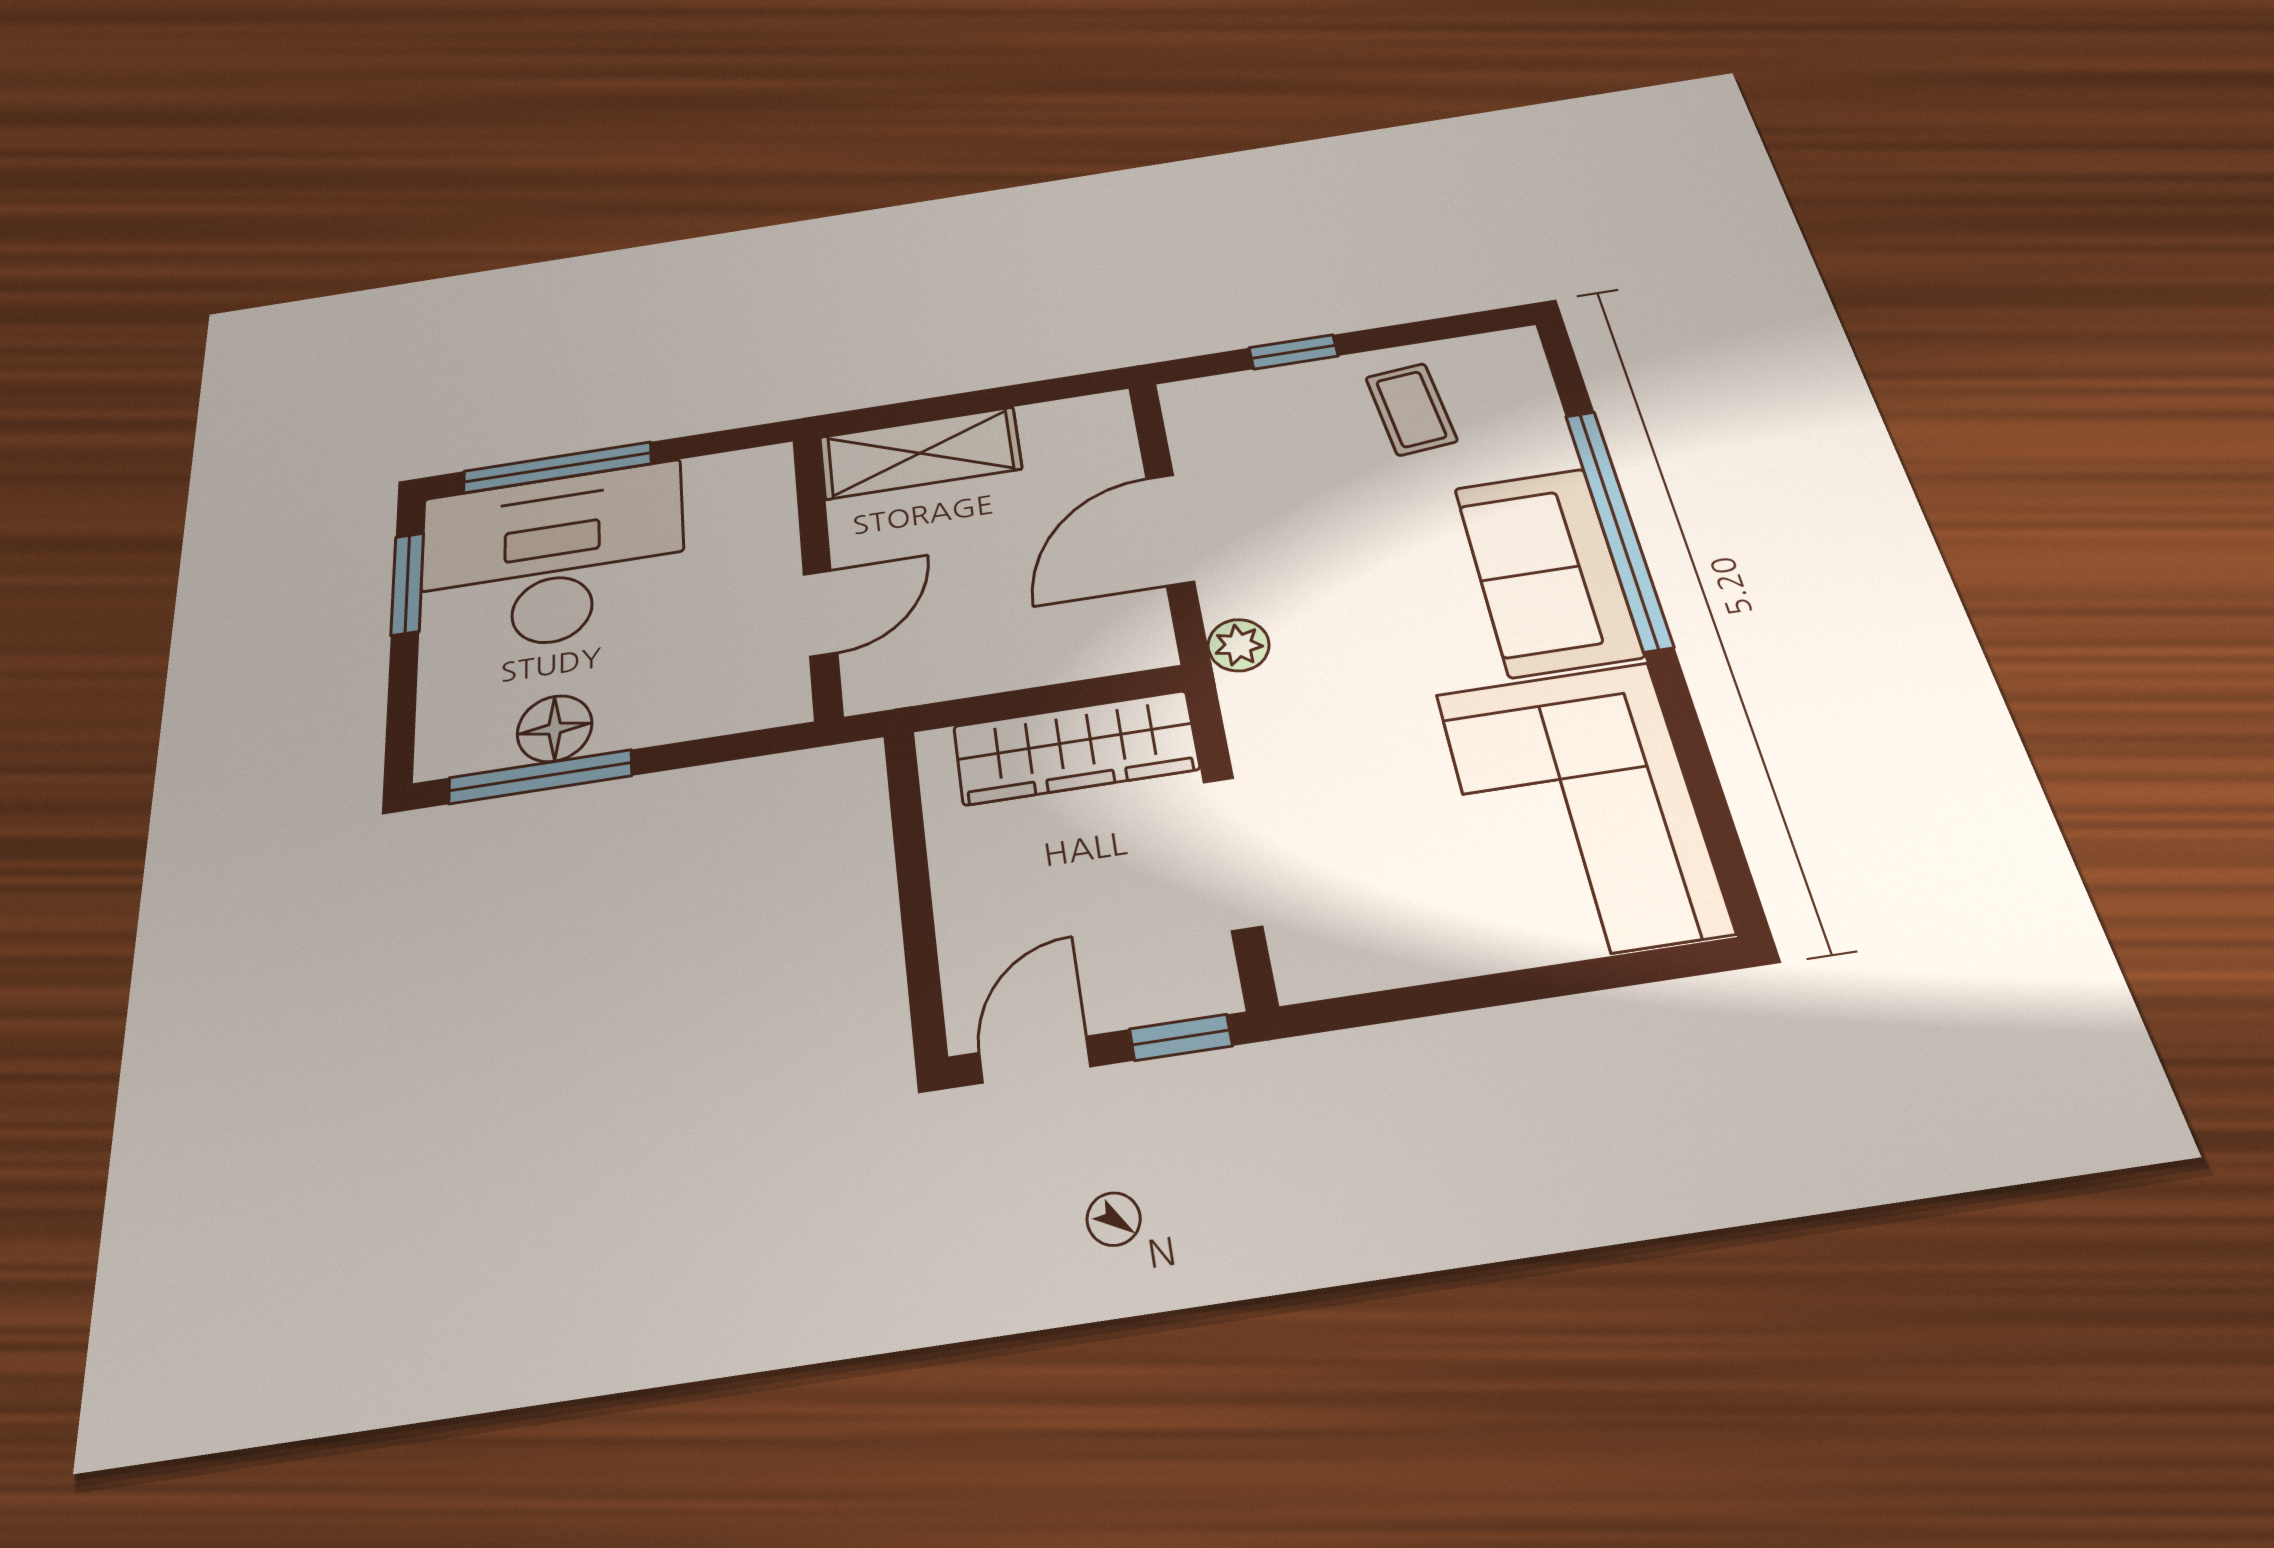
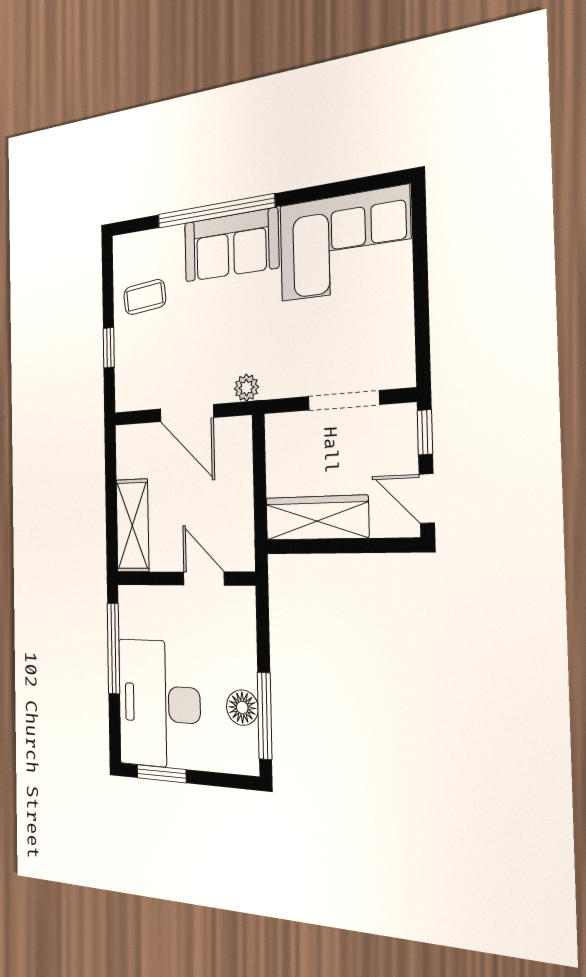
window: (557, 468) -> (113, 648), moved
wardrobe: (1076, 748) -> (317, 518), moved, turned -90

